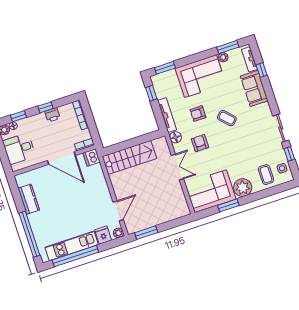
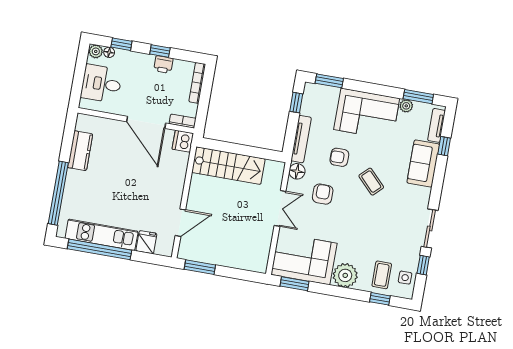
window: (273, 191) -> (380, 299), added
window: (228, 205) -> (295, 284), moved
plant: (118, 233) -> (166, 249), removed

